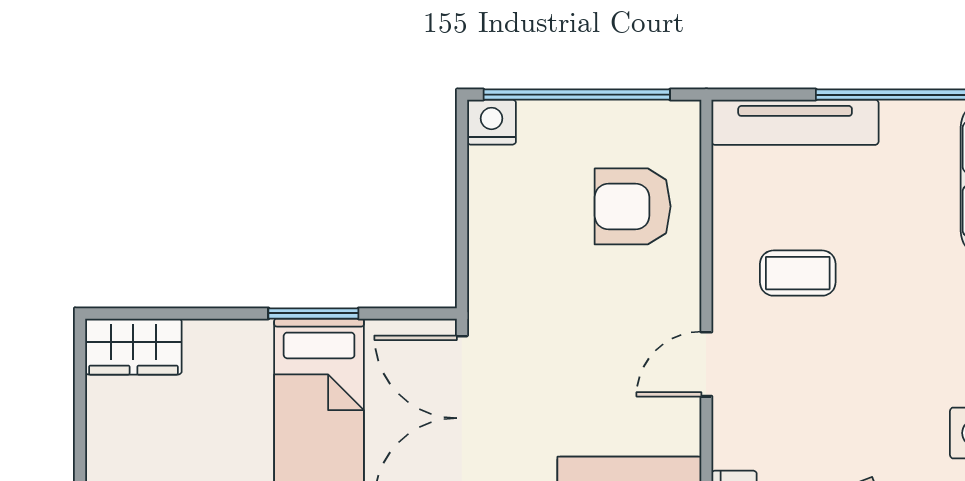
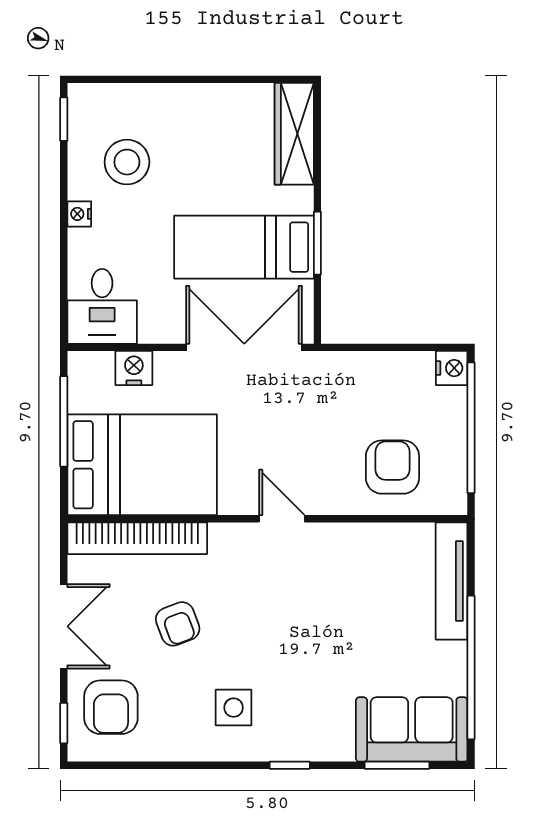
coffee table: (798, 273) -> (346, 583), removed
wardrobe: (133, 347) -> (294, 134), width x1.50

